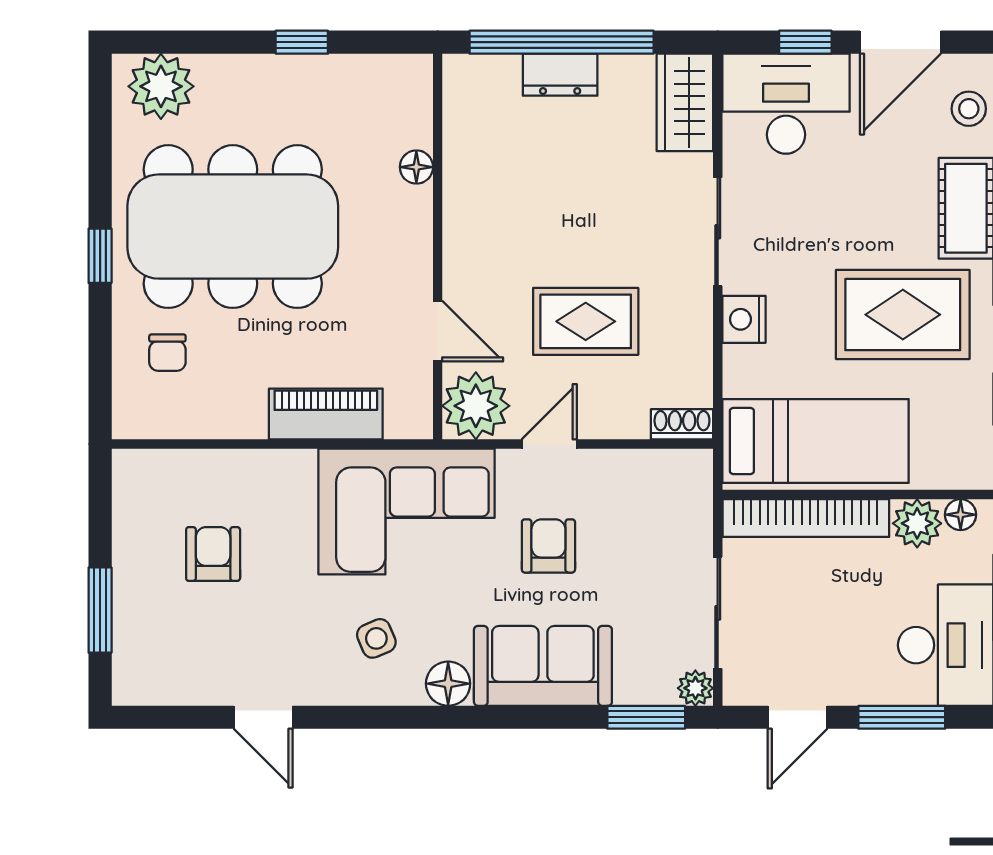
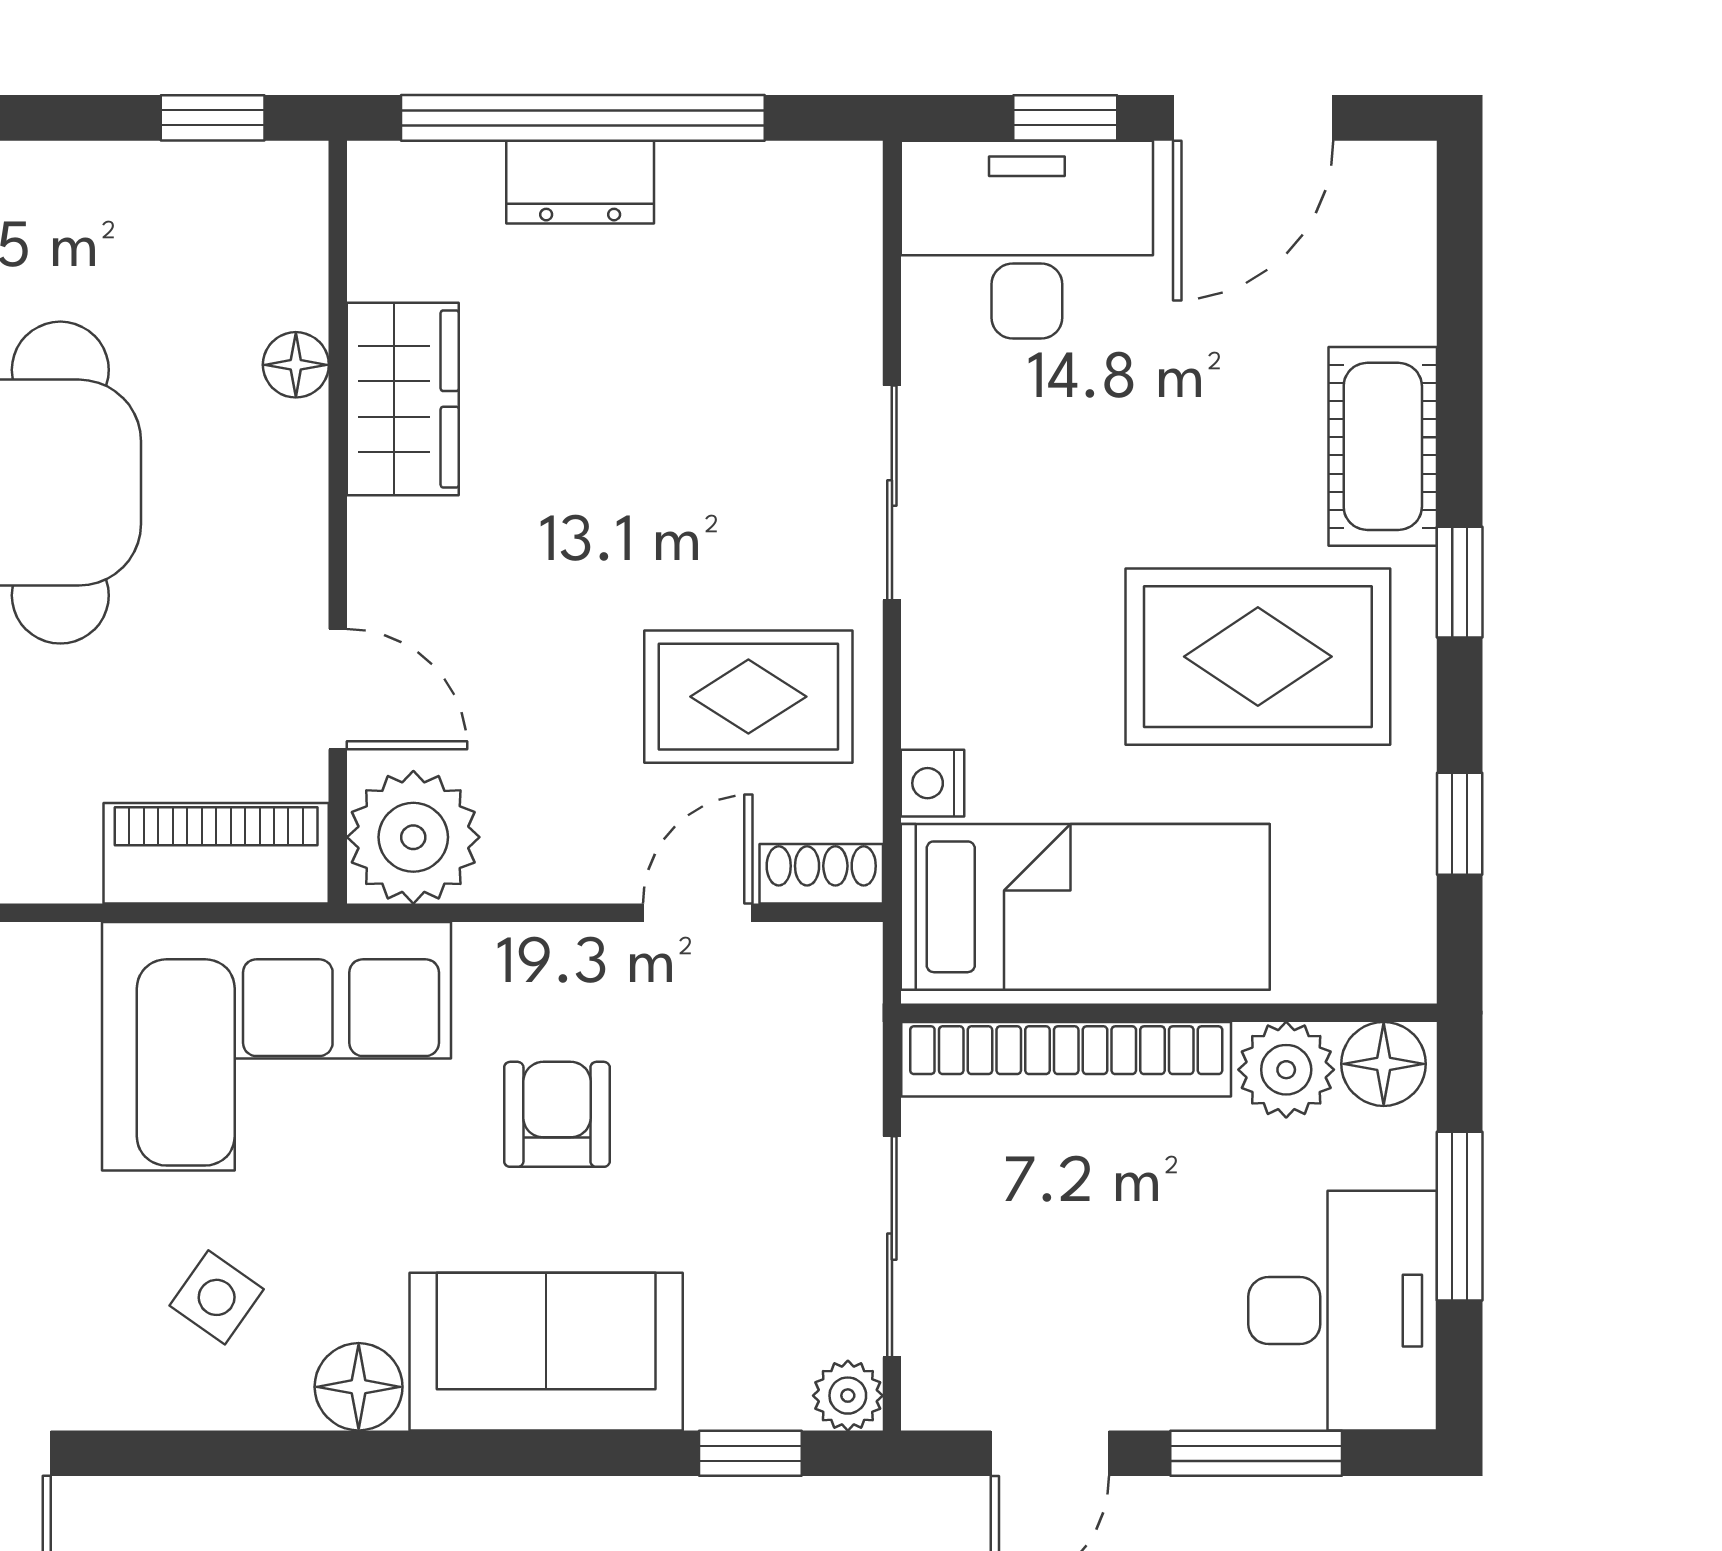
window: (302, 42) -> (213, 118), moved
wardrobe: (685, 102) -> (403, 399), moved, turned 180
stool: (969, 109) -> (1389, 249), removed
nightstand: (744, 319) -> (933, 783), moved, width x0.72, depth x0.74
rug: (586, 321) -> (748, 697), moved
piano: (326, 414) -> (216, 853), moved
door: (549, 444) -> (698, 913), moved
floor lamp: (961, 515) -> (1384, 1064), width x1.37, depth x1.37
side table: (376, 638) -> (217, 1297), turned -32
window: (646, 717) -> (750, 1453), width x0.67

